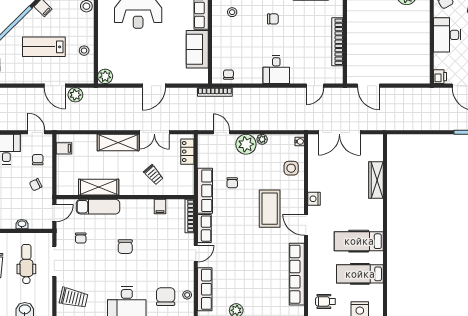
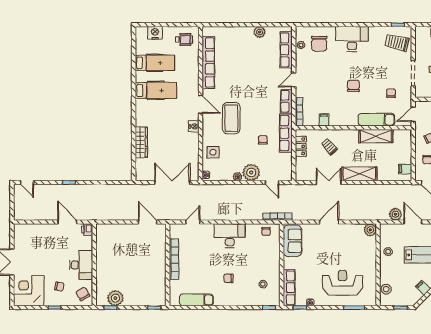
sofa: (197, 49) -> (292, 241), moved
desk: (276, 69) -> (230, 236), width x1.37
locker: (187, 152) -> (301, 146), moved

